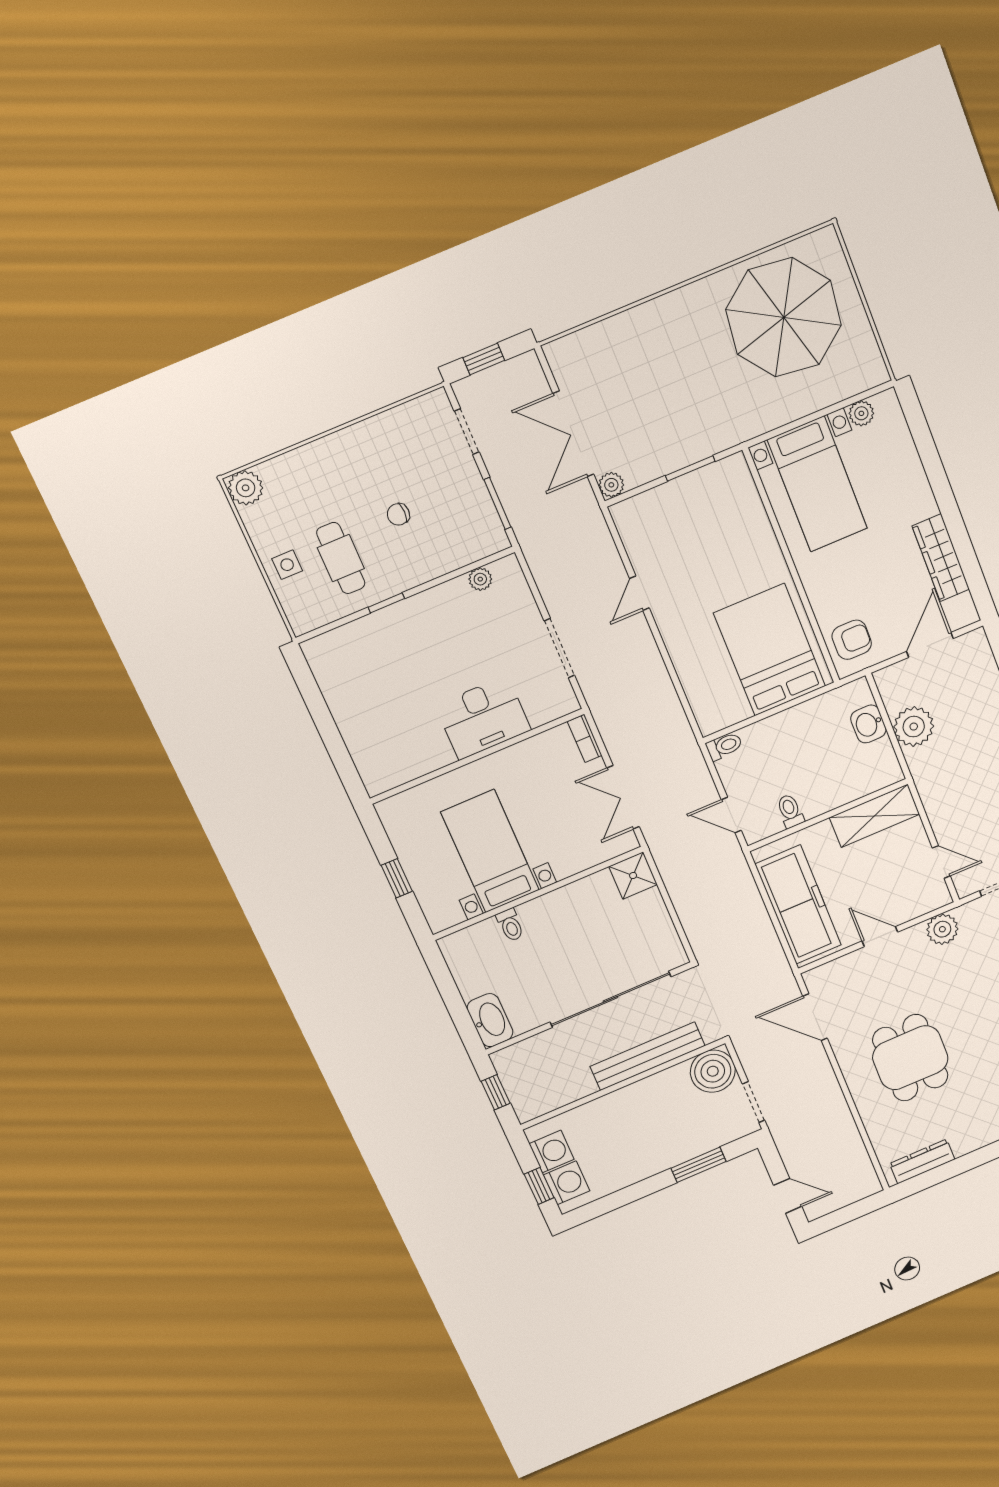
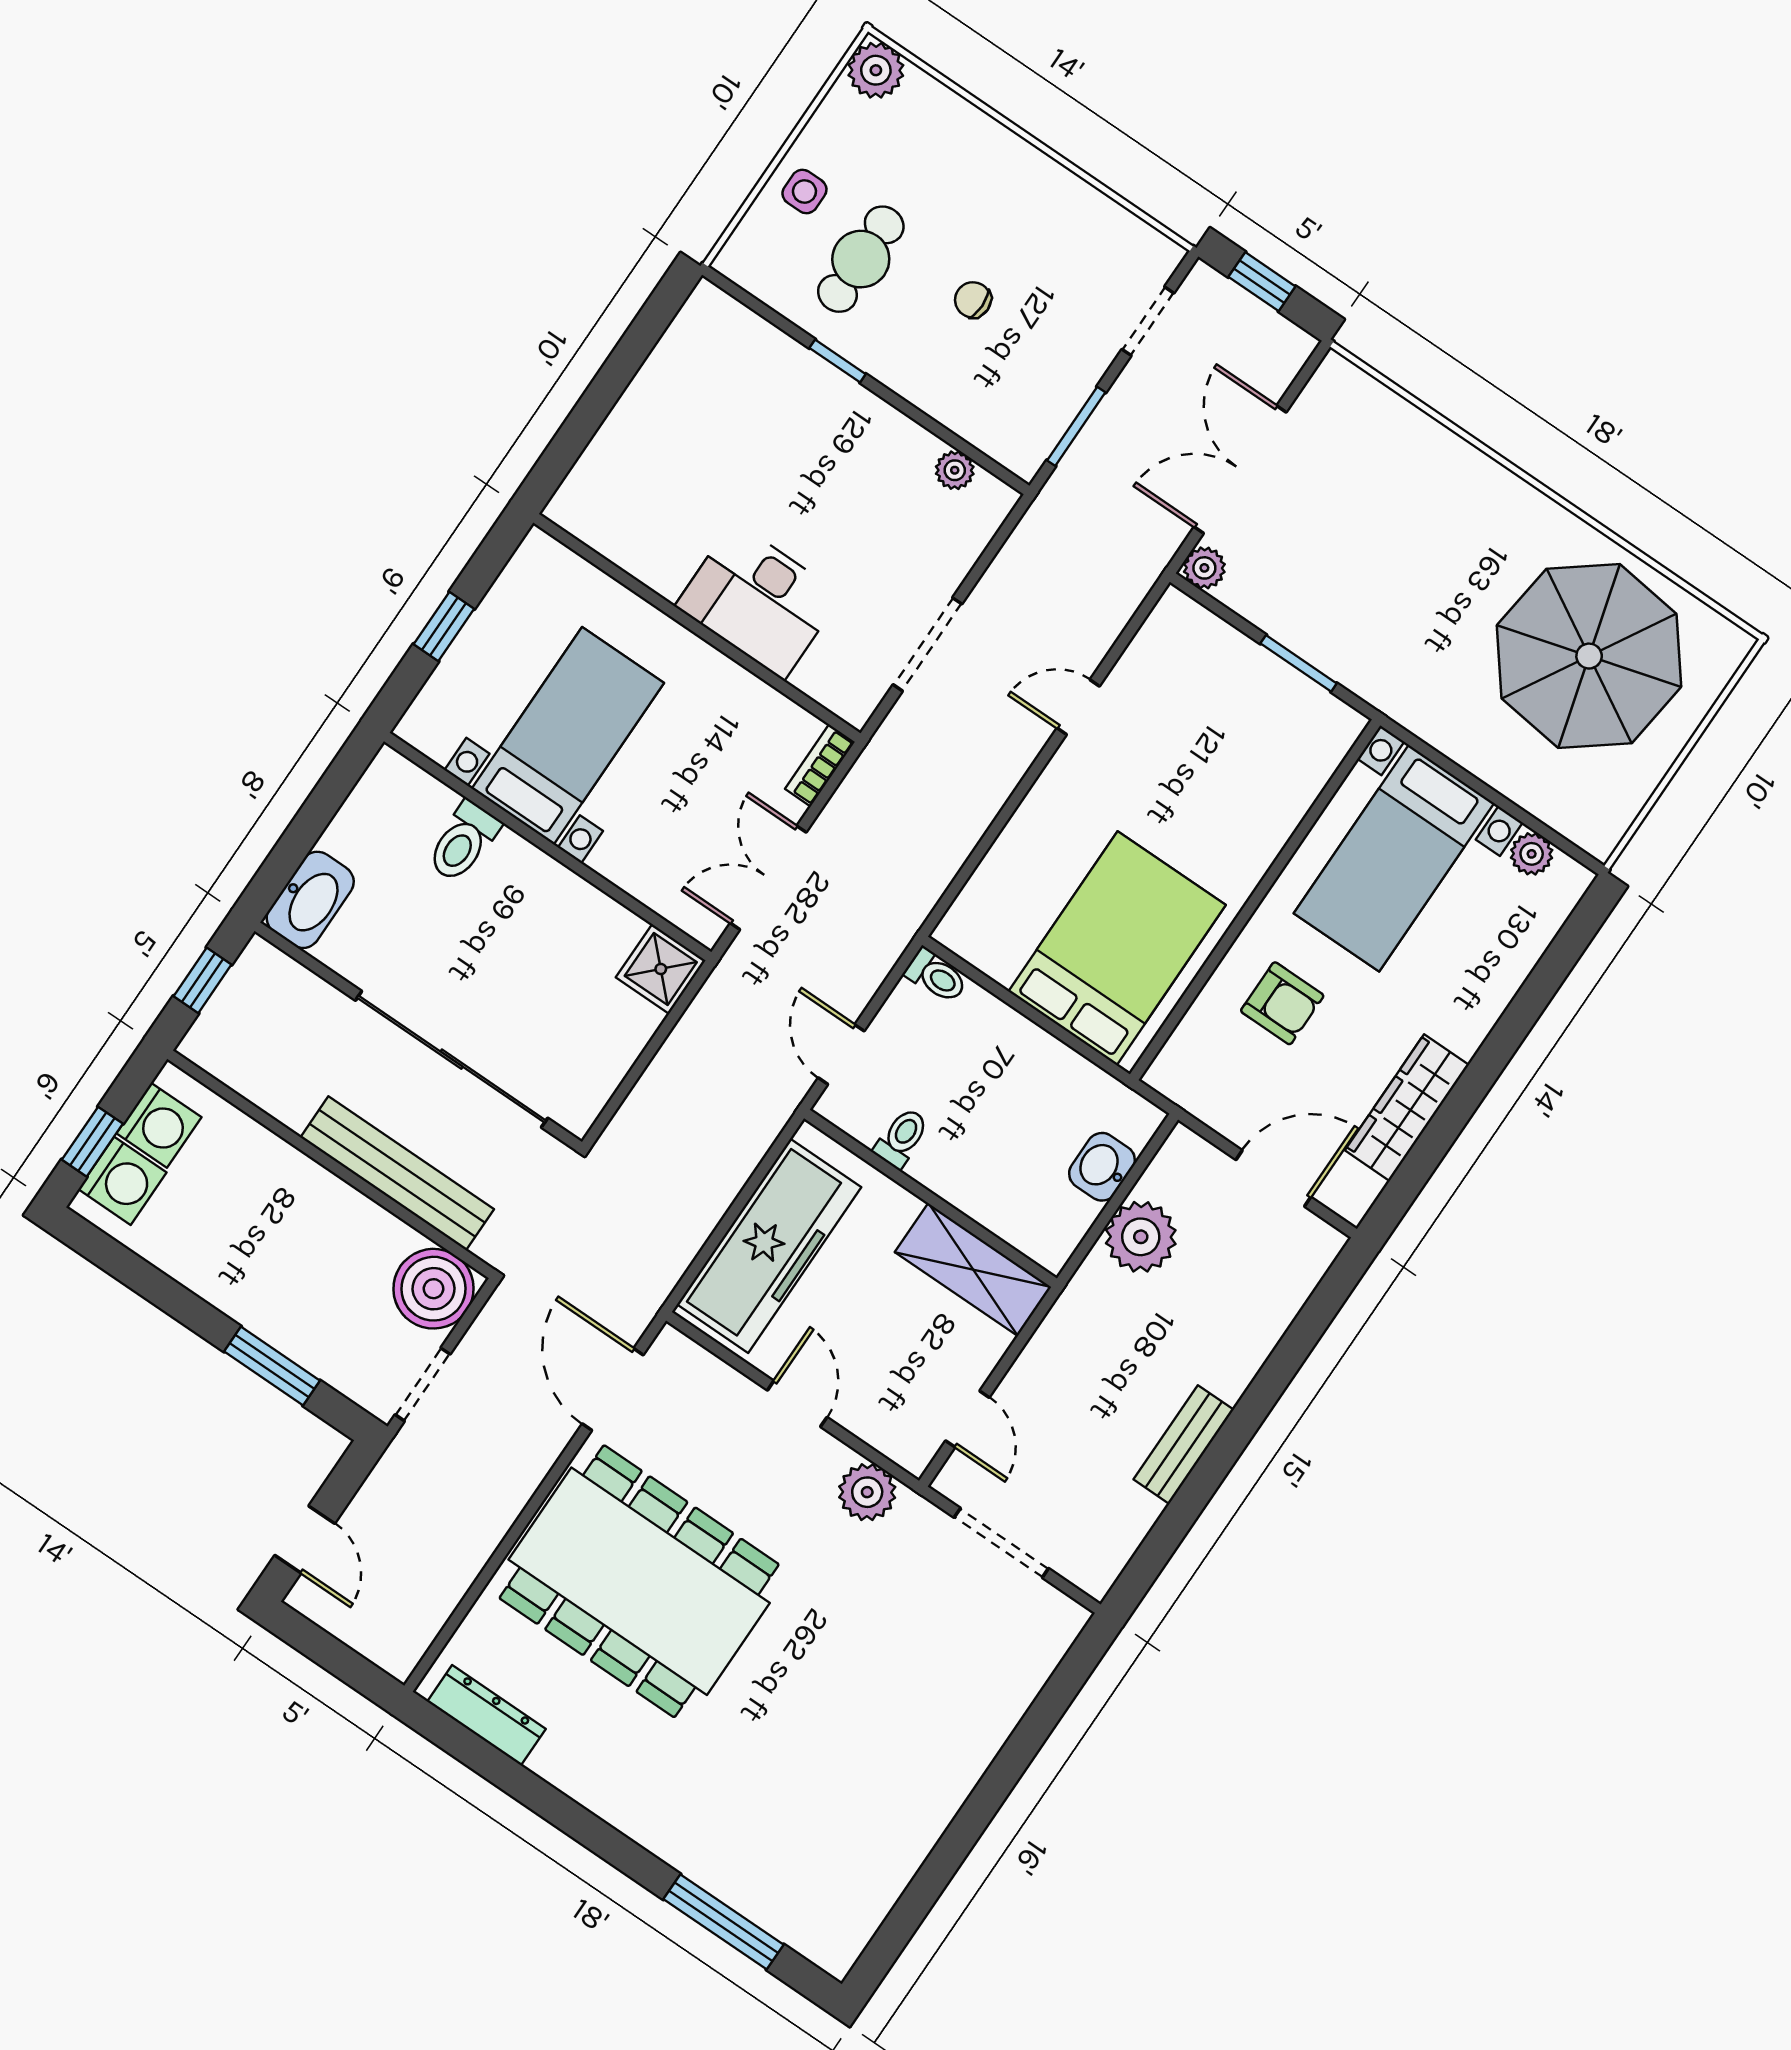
armchair: (852, 640) -> (1282, 1003), moved
toilet: (510, 925) -> (463, 842), width x1.37, depth x1.39
dining table: (910, 1058) -> (639, 1581), width x1.88, depth x1.24

